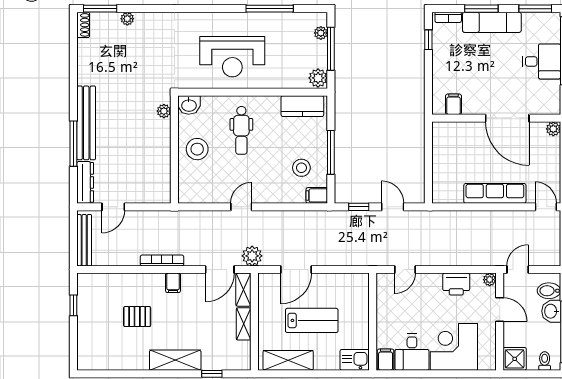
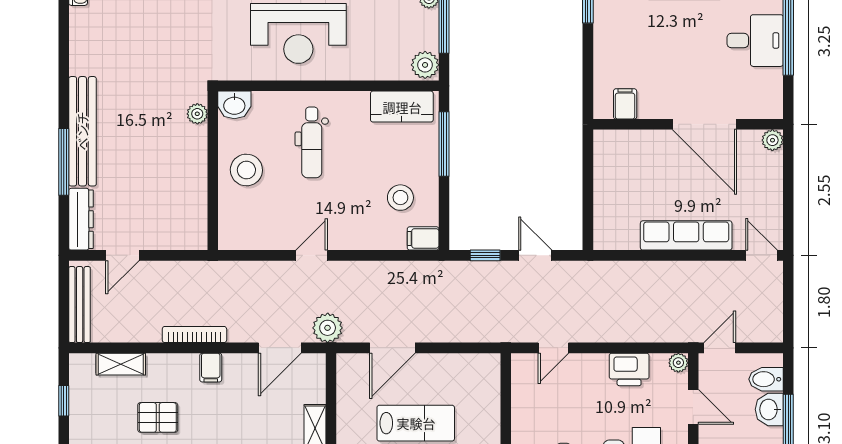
window: (331, 152) -> (444, 144), moved
shelving: (243, 290) -> (121, 364), moved, turned 90

